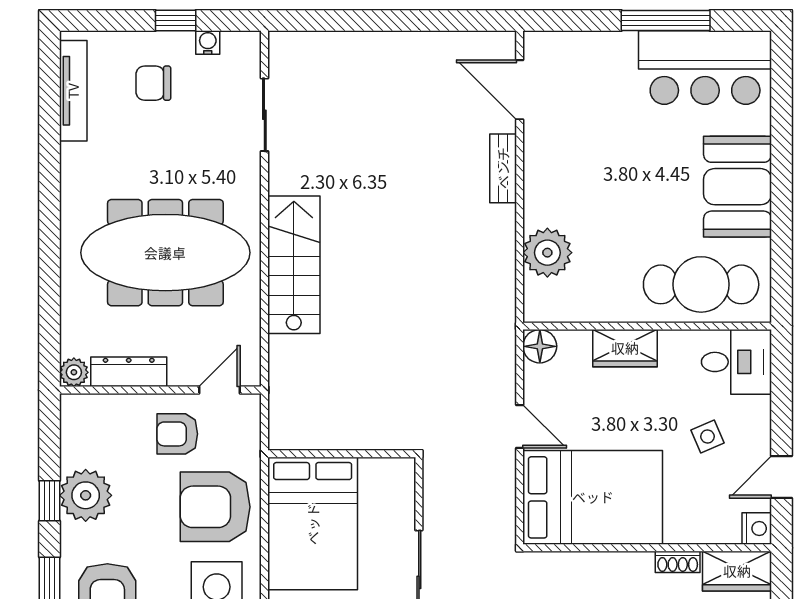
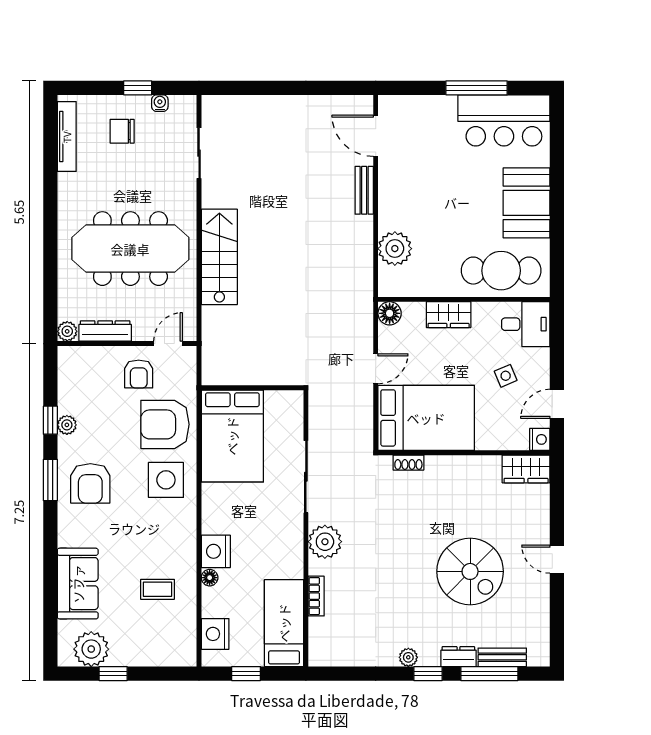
door: (520, 426) -> (376, 369), hinge flipped
armchair: (177, 434) -> (139, 374), turned -90
plant: (86, 495) -> (67, 425), width x0.53, depth x0.53
shoe rack: (678, 562) -> (408, 463), moved

